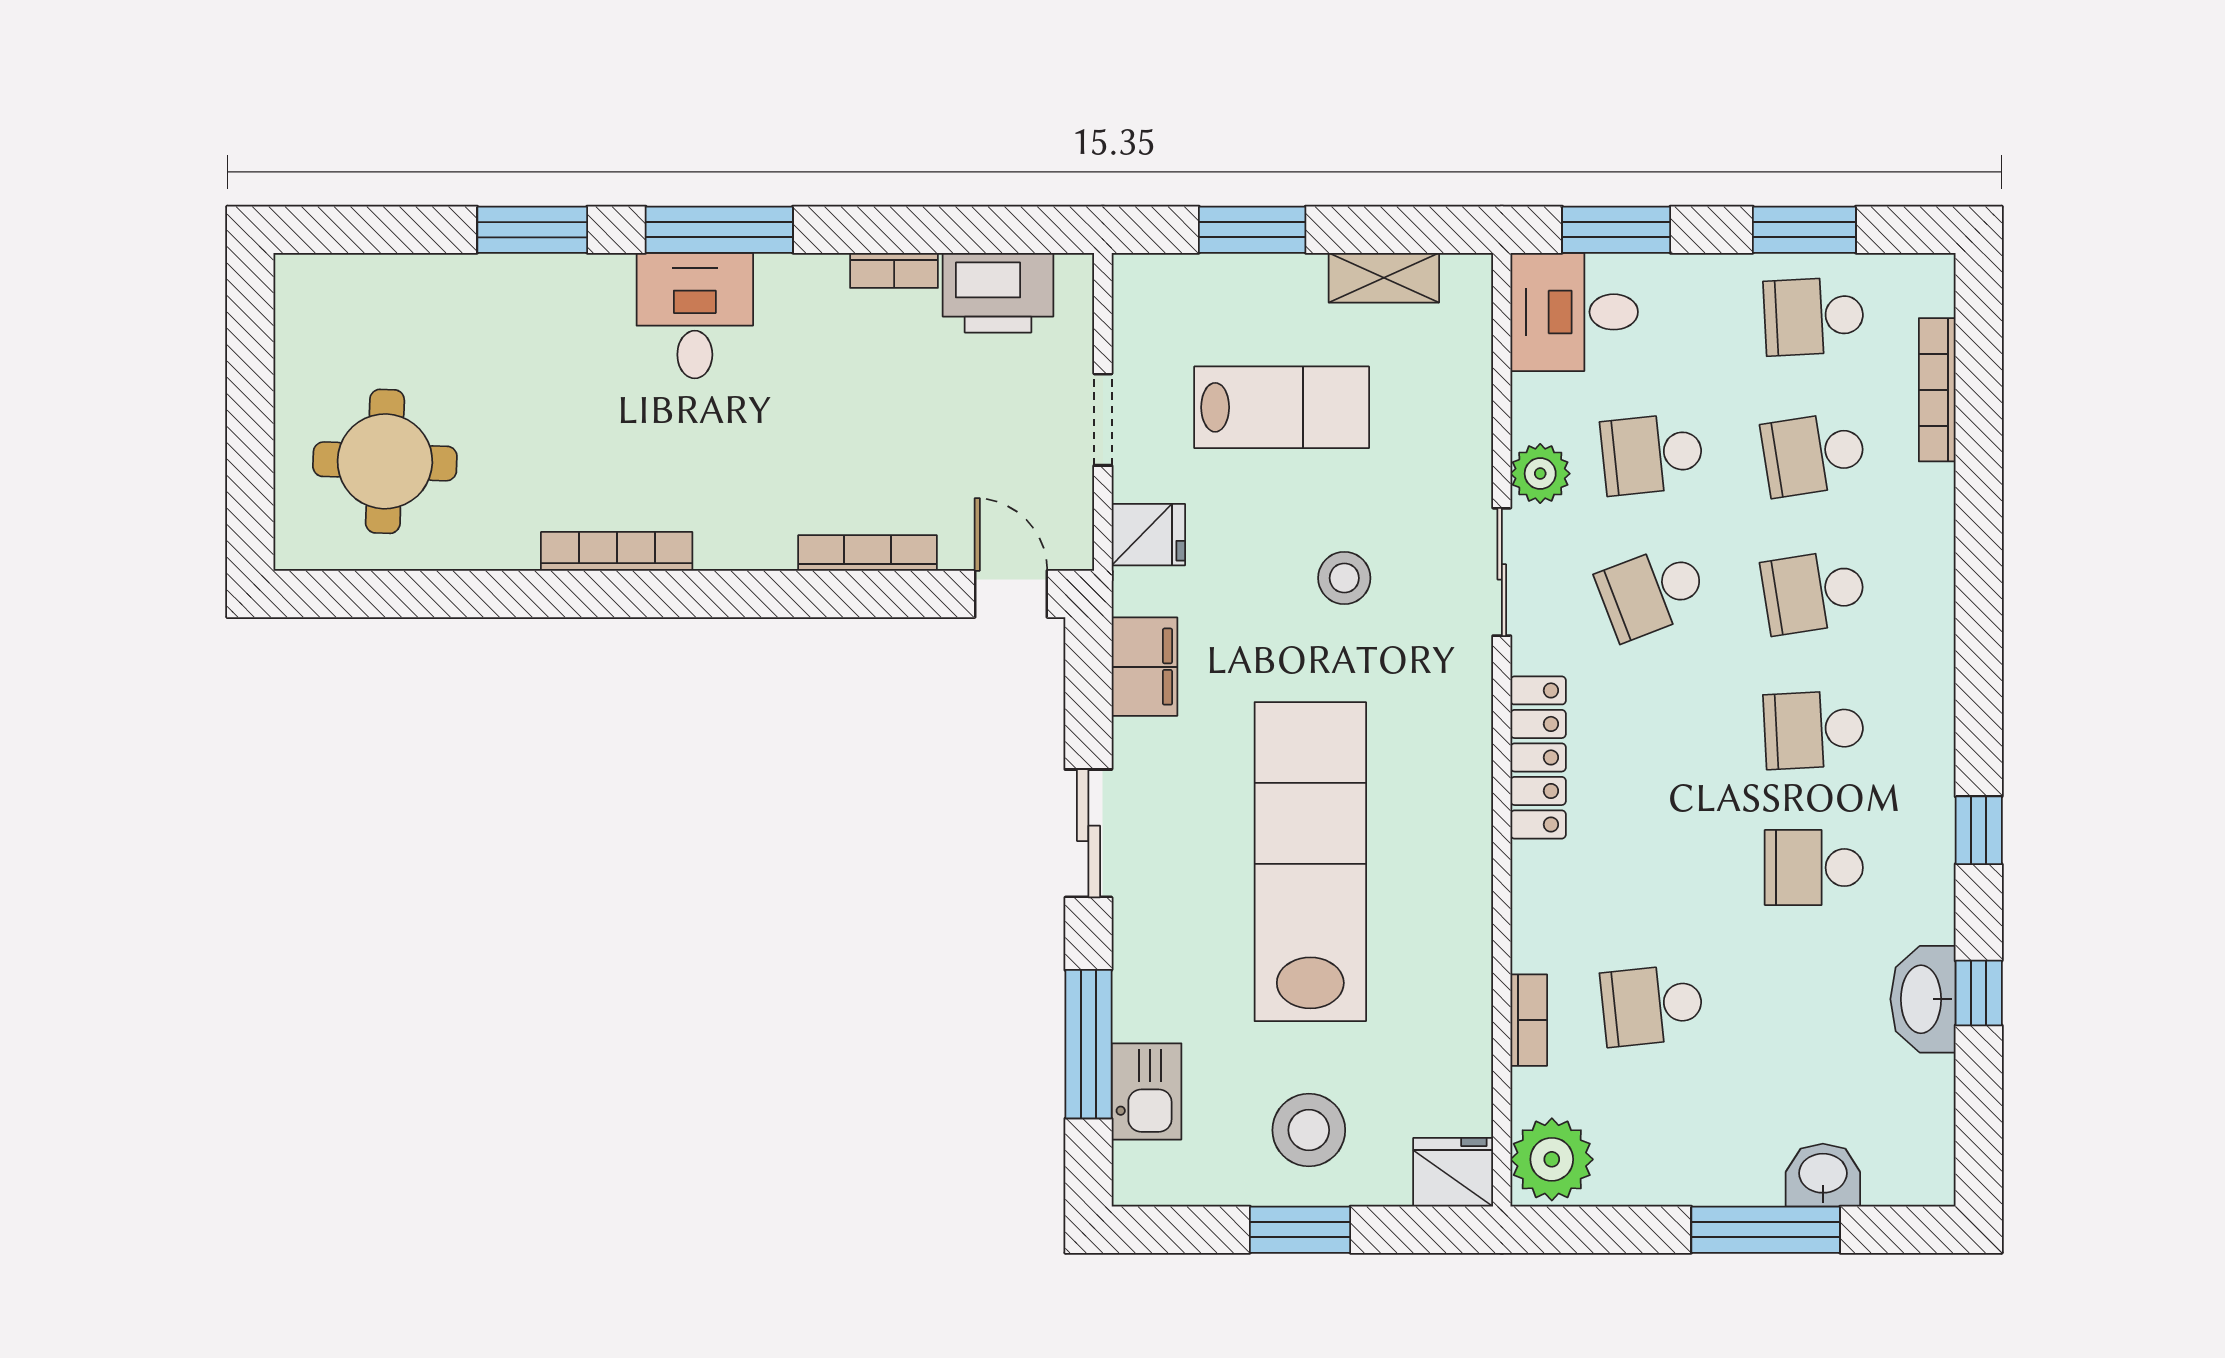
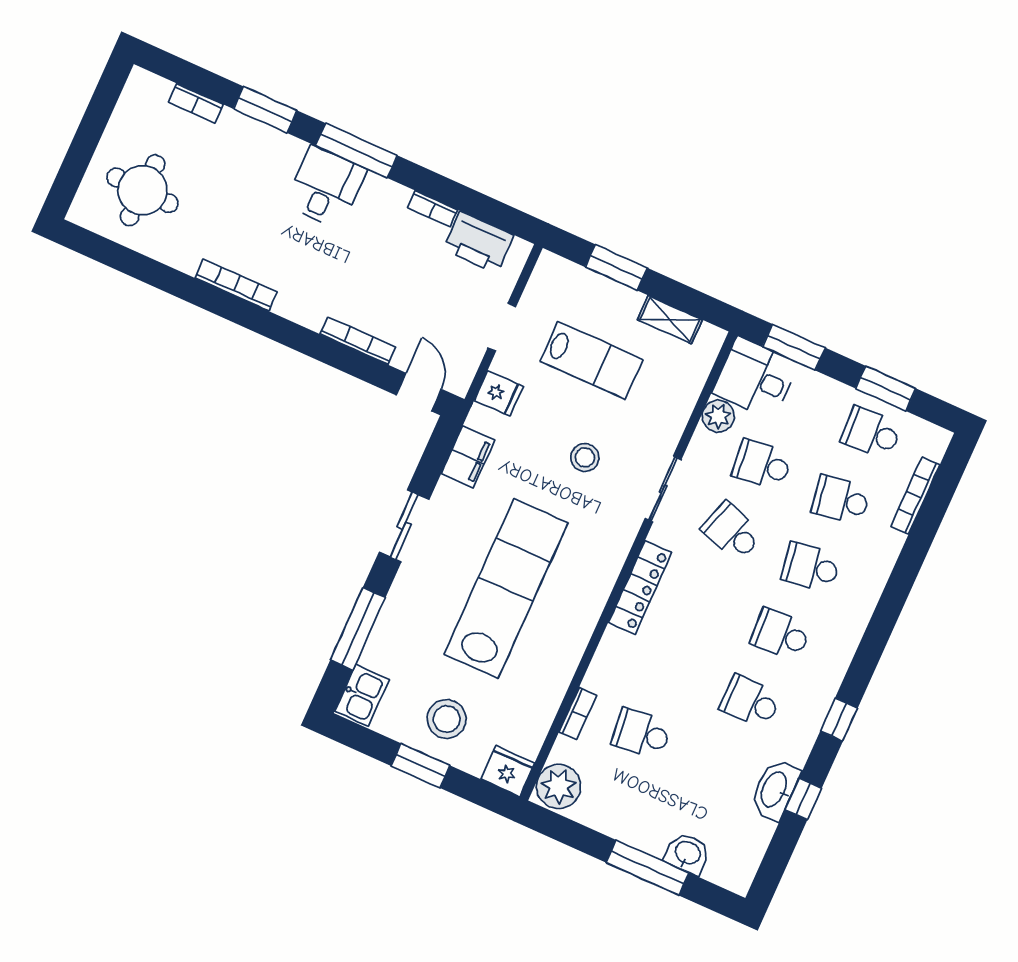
bookcase: (409, 272) -> (196, 103), added
plant: (1540, 474) -> (718, 416), moved
school desk: (1652, 592) -> (732, 532), turned 39
kitchen sink: (1146, 1091) -> (362, 695), moved

